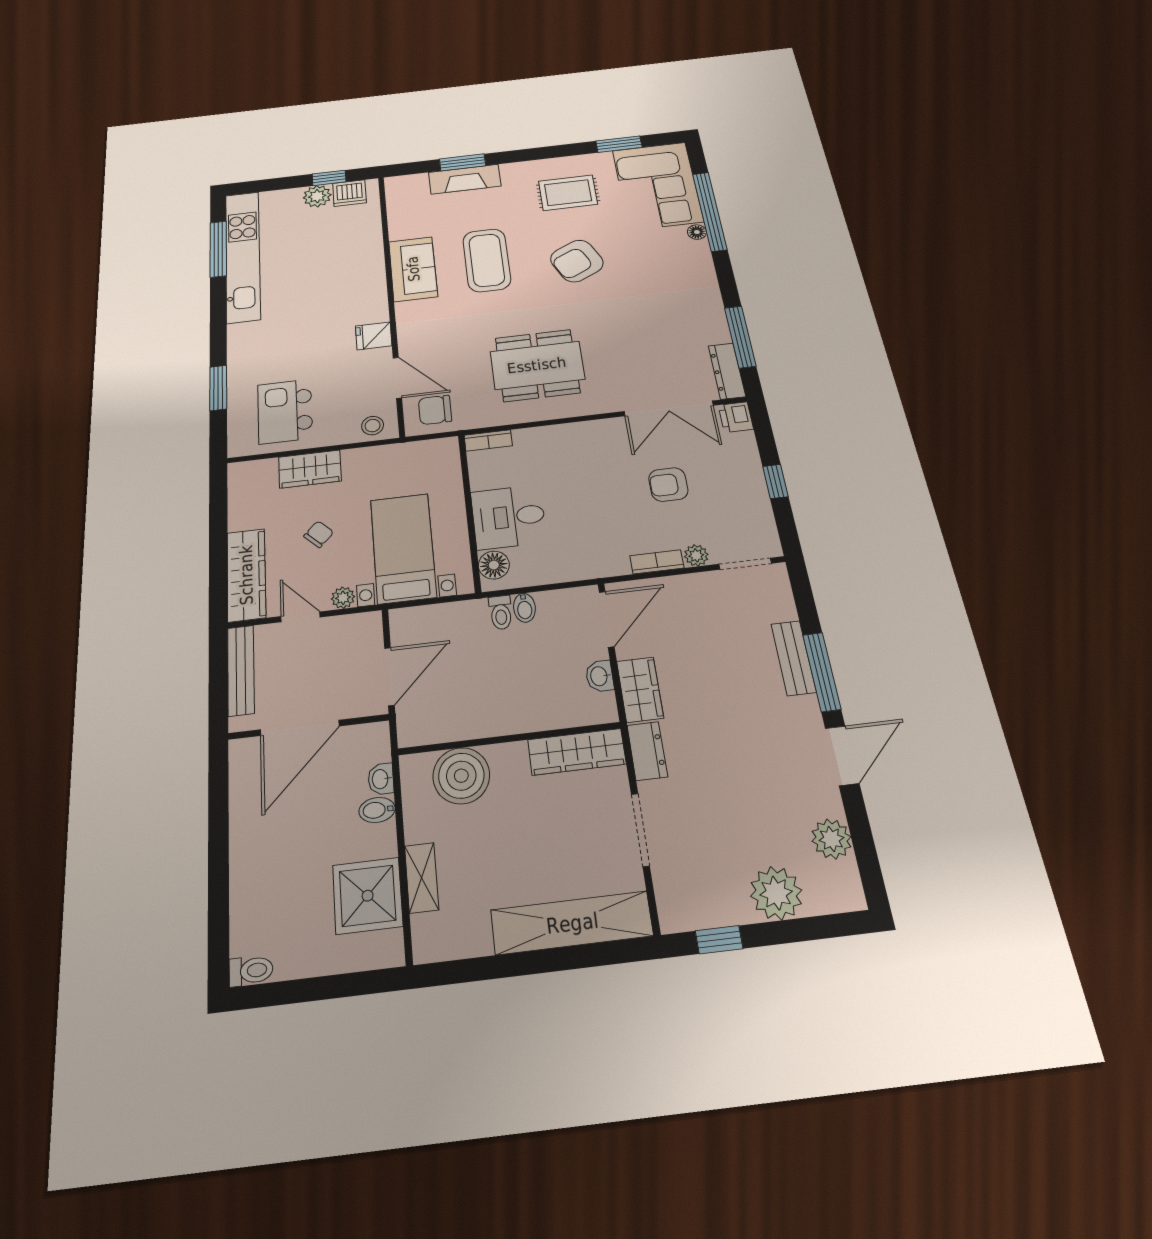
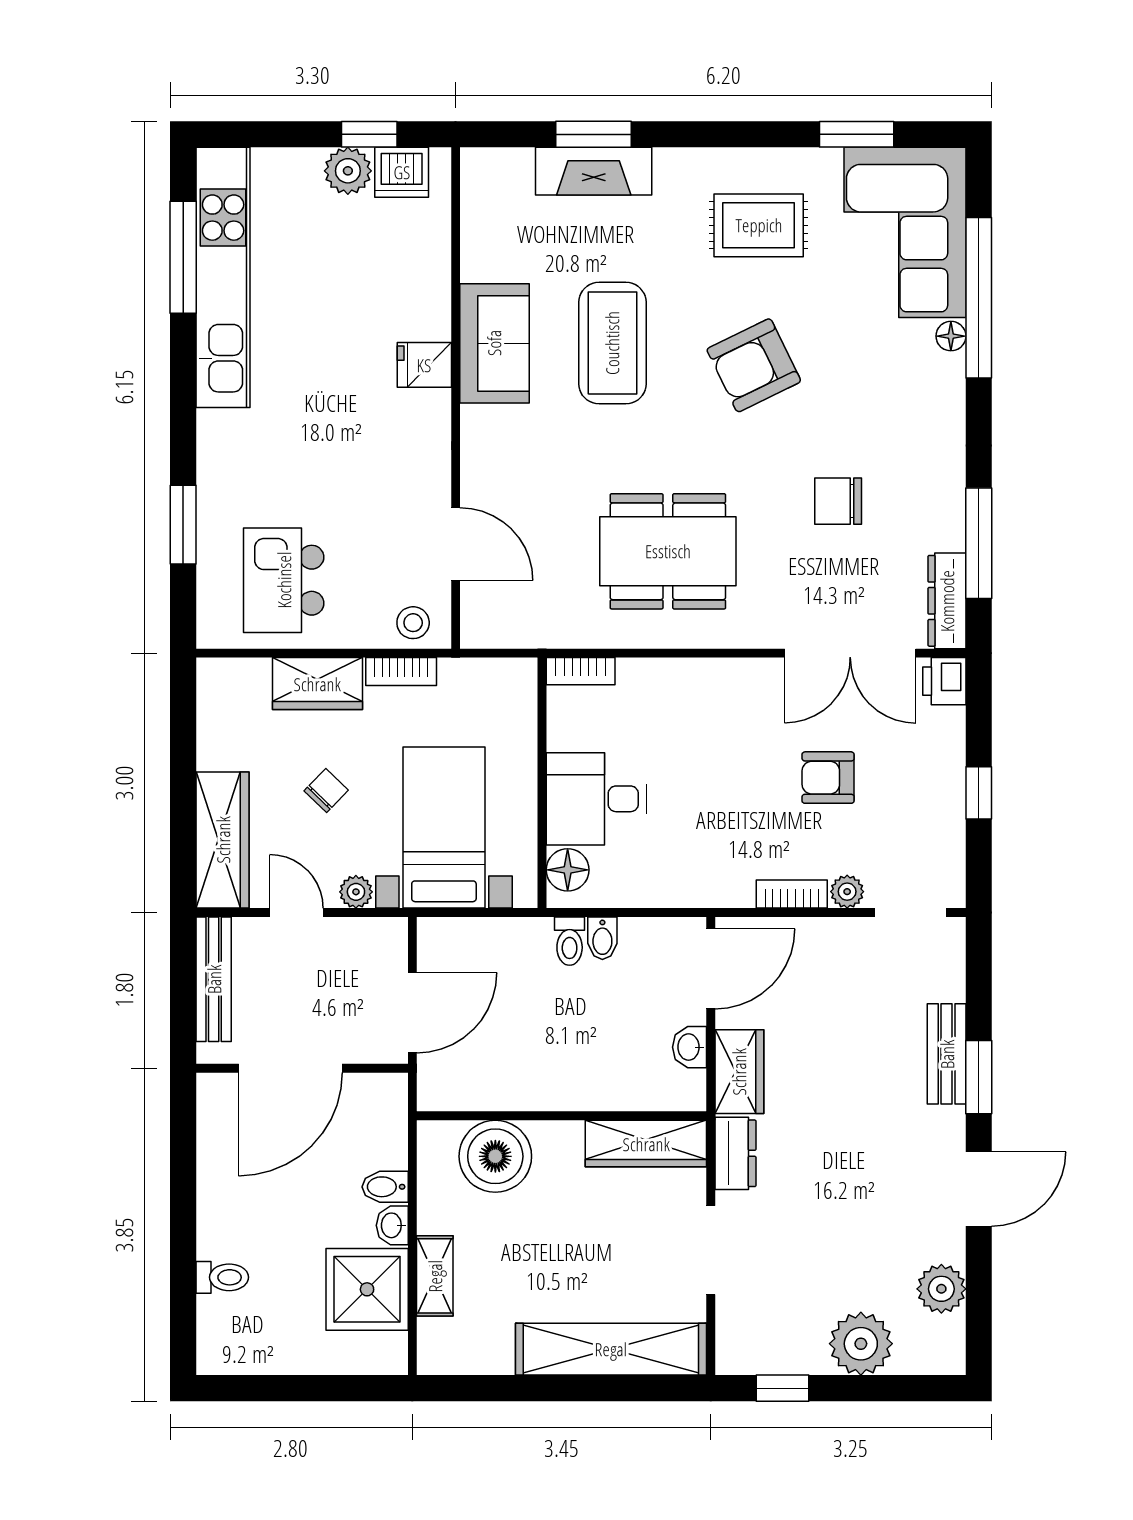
fridge: (374, 336) -> (424, 365), moved
chair: (435, 410) -> (838, 501), moved
bookcase: (366, 455) -> (401, 672), added
window: (822, 672) -> (979, 1077), width x0.69
washbasin: (381, 779) -> (392, 1225), moved
toilet: (251, 971) -> (222, 1277), moved

